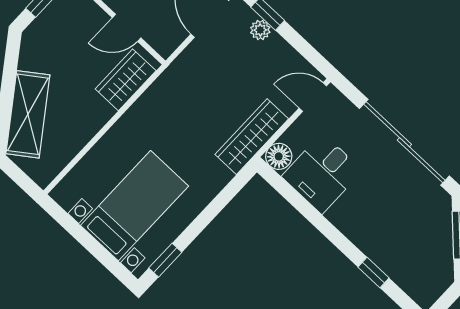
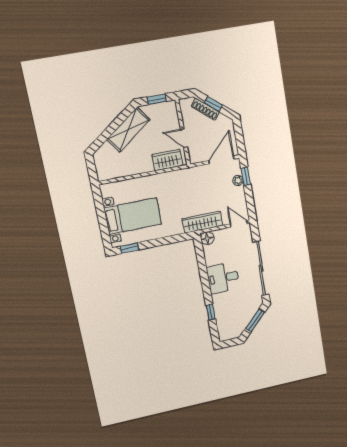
shelving: (28, 114) -> (128, 130), moved
desk: (322, 173) -> (223, 278), moved

